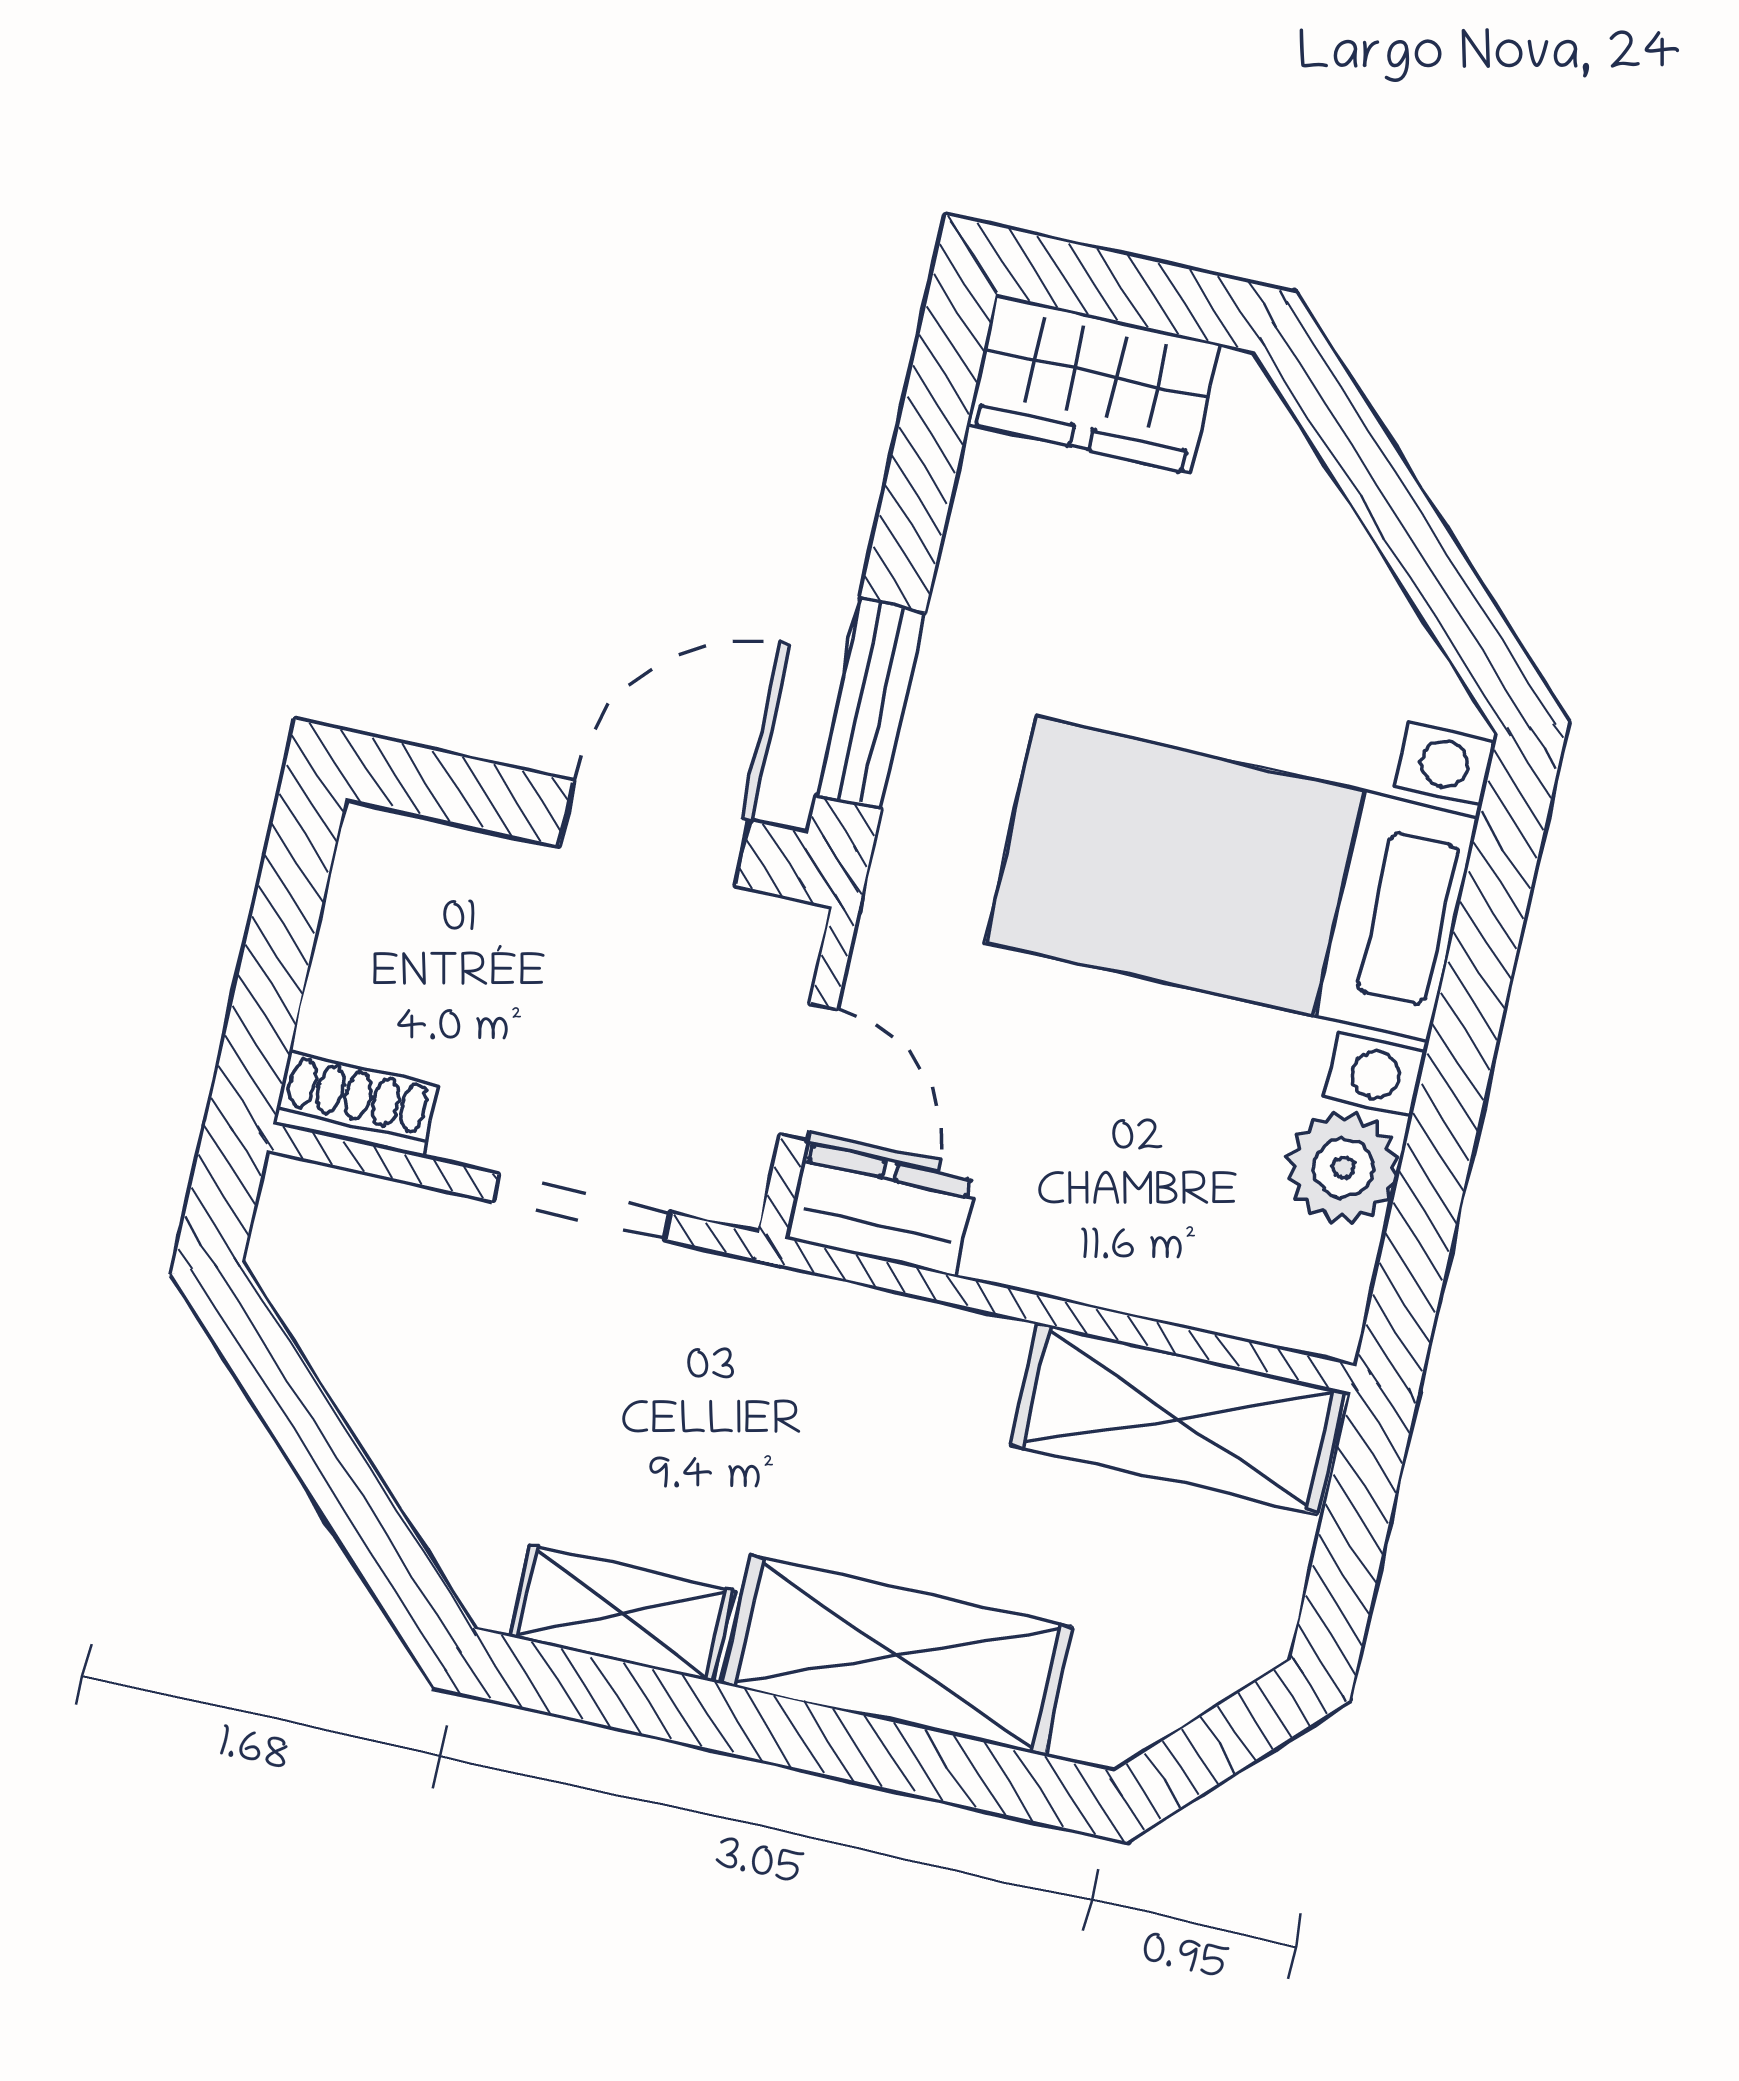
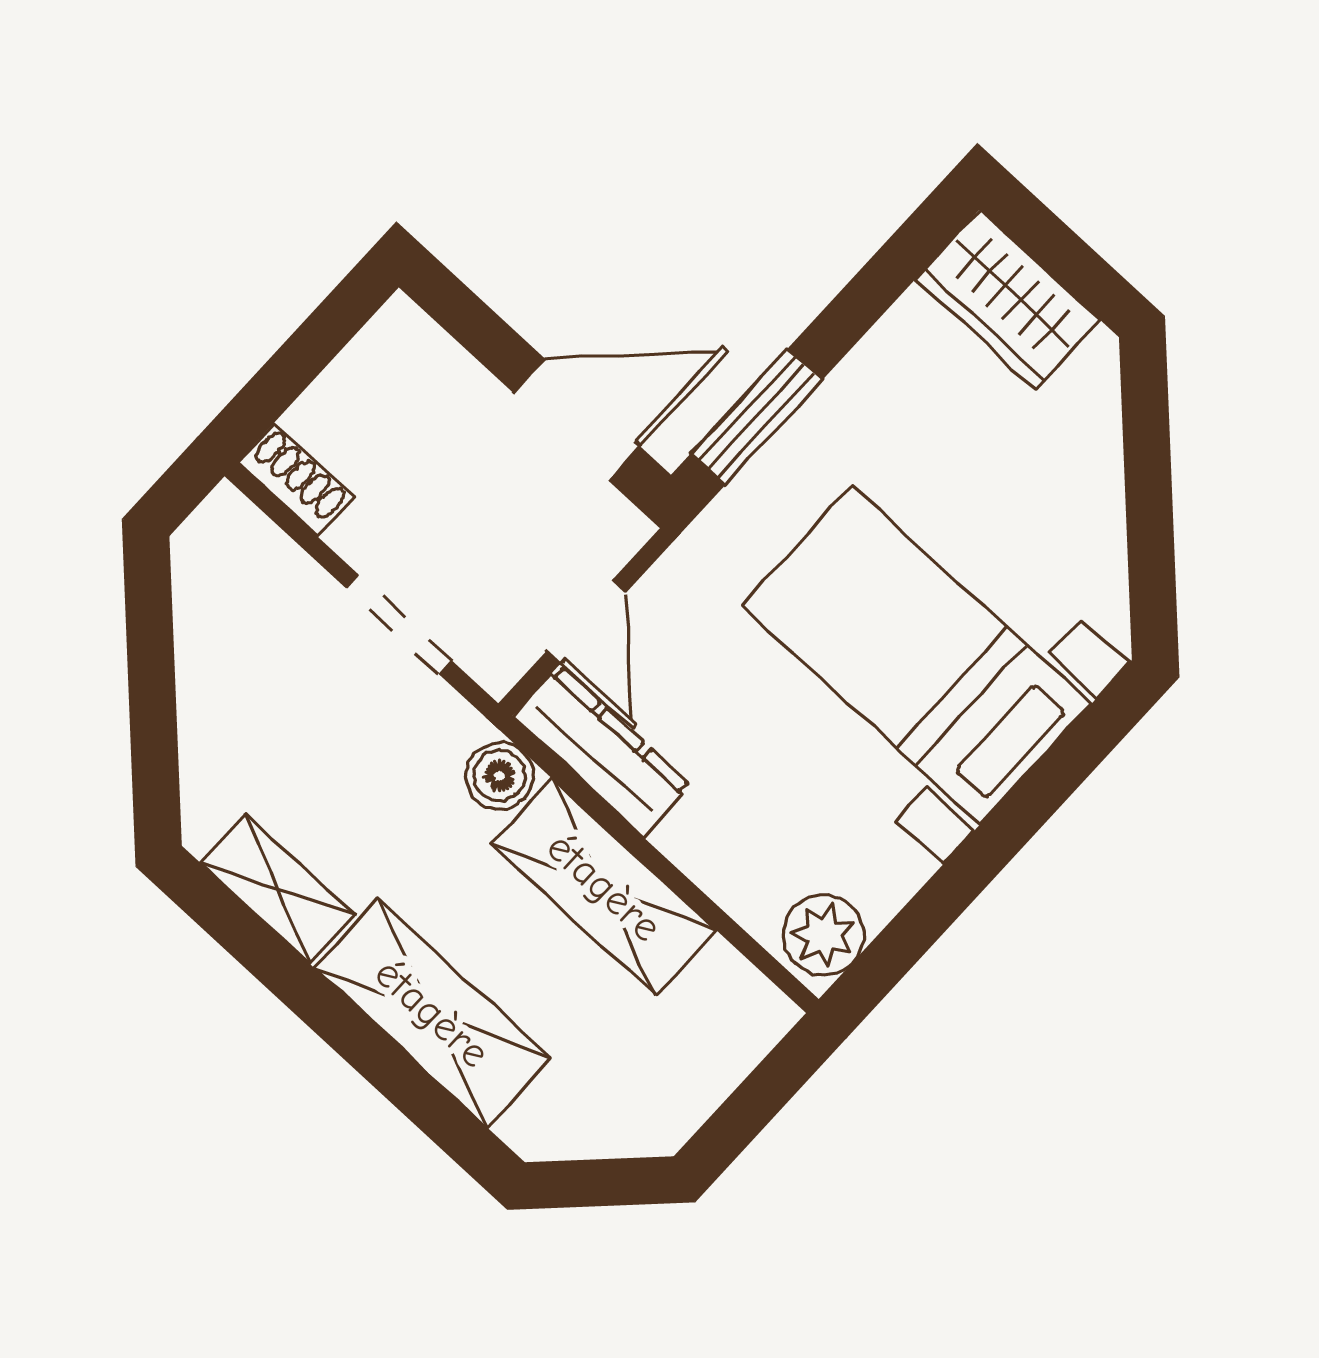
plant: (1343, 1168) -> (823, 935), moved
dresser: (881, 1210) -> (602, 751), width x1.44
boiler: (812, 1320) -> (500, 776), added
shelving: (1178, 1418) -> (604, 887), moved

